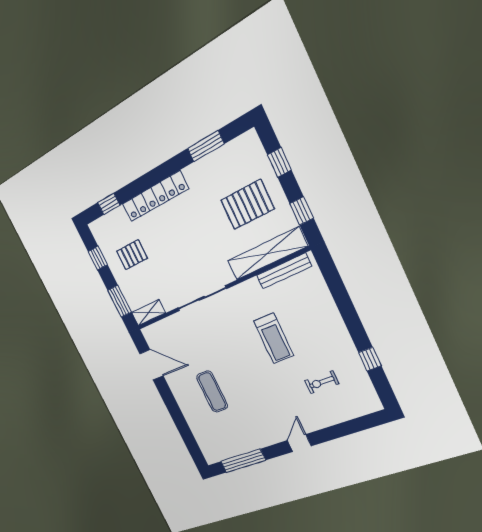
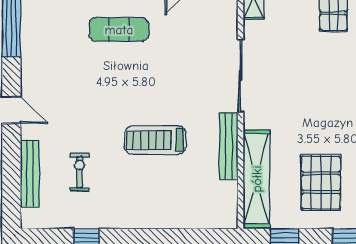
bench: (284, 271) -> (228, 146), moved
bench: (339, 416) -> (30, 173), added

